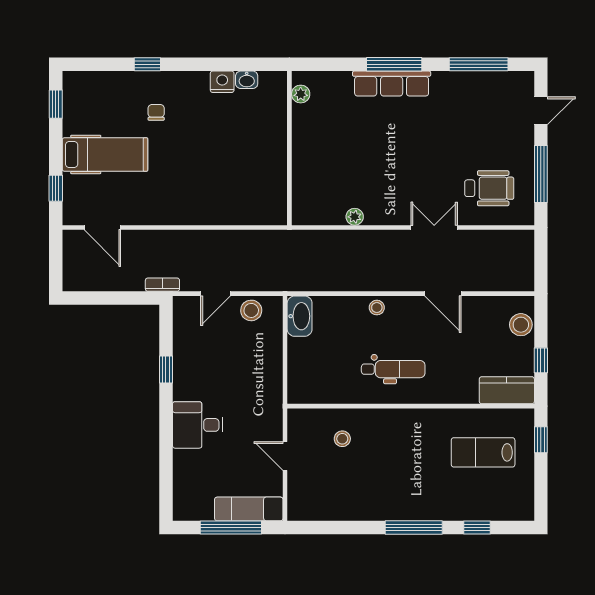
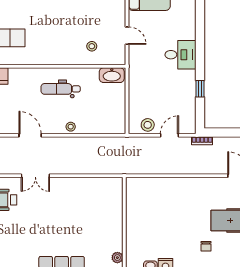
plant: (355, 217) -> (84, 182), removed
washbasin: (300, 316) -> (112, 75), moved, turned -90

